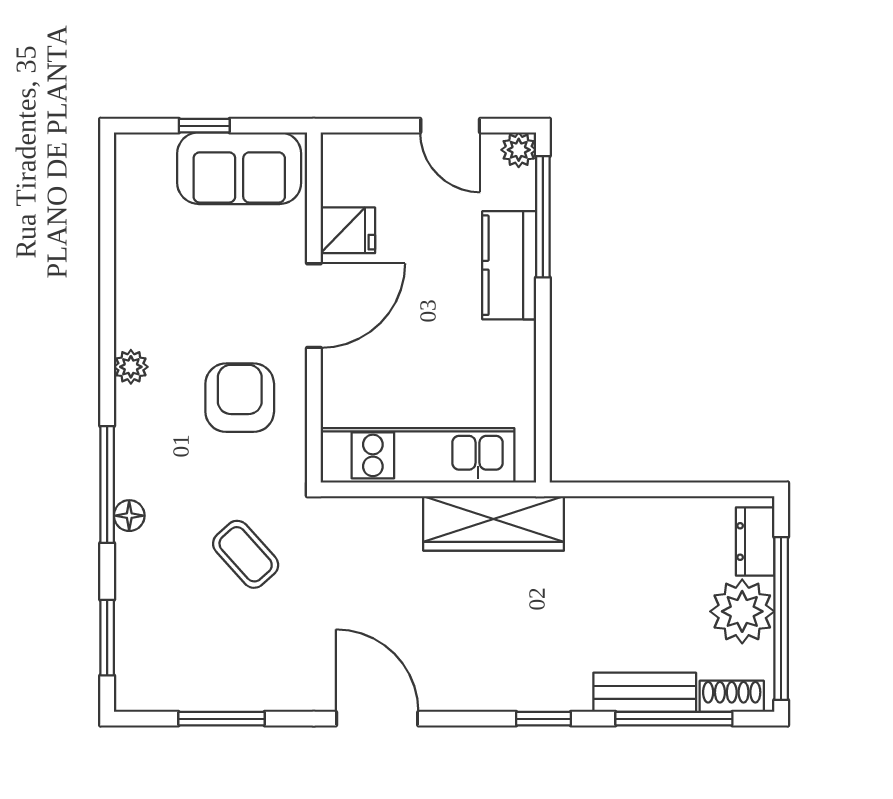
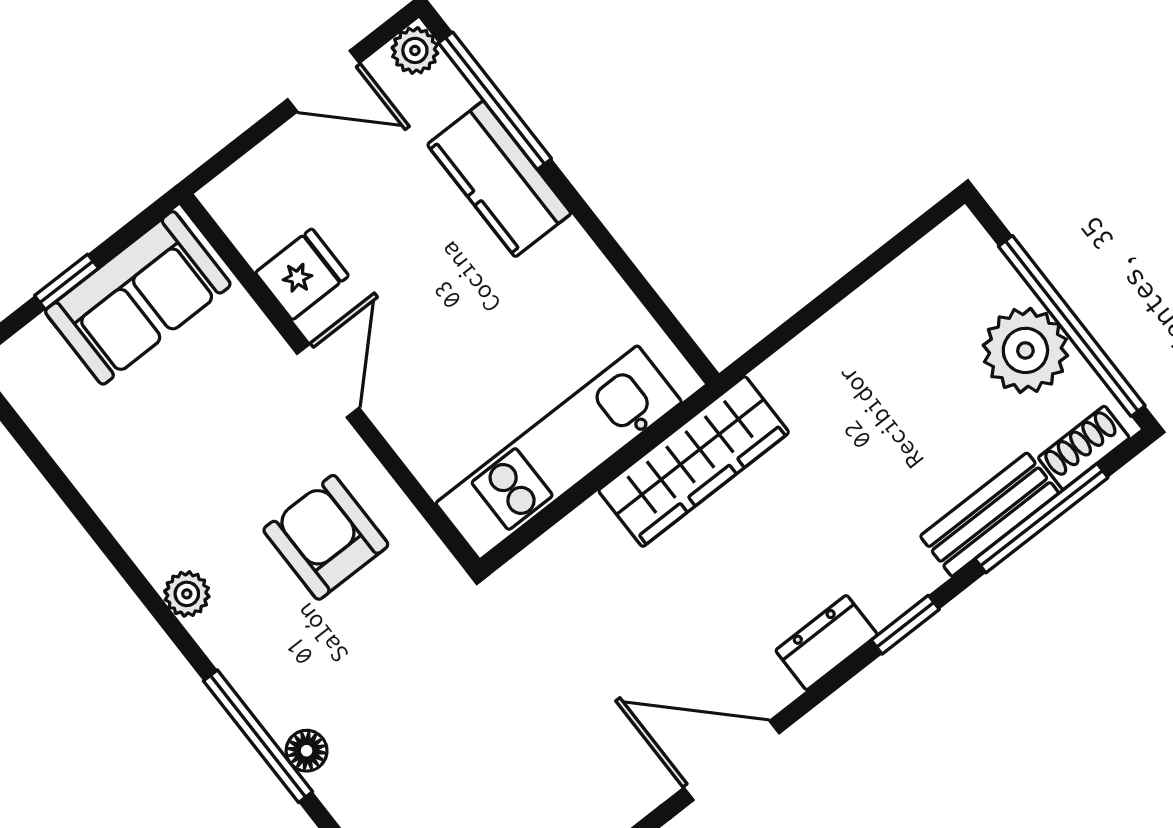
door: (314, 306) -> (328, 381), width x0.73
dresser: (755, 542) -> (826, 643), moved, turned 90
coffee table: (246, 554) -> (460, 696), removed

